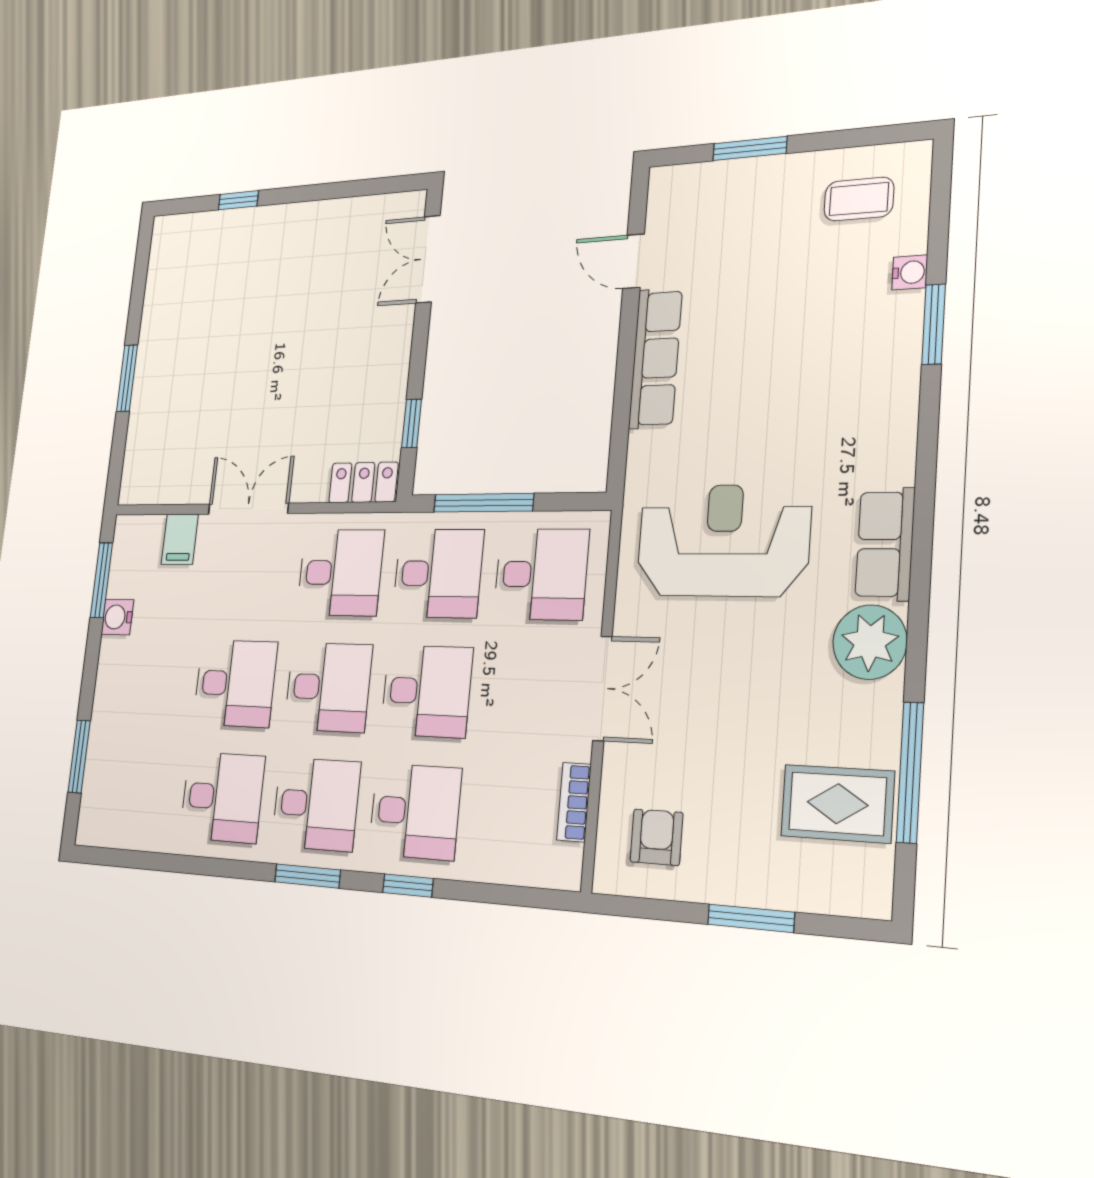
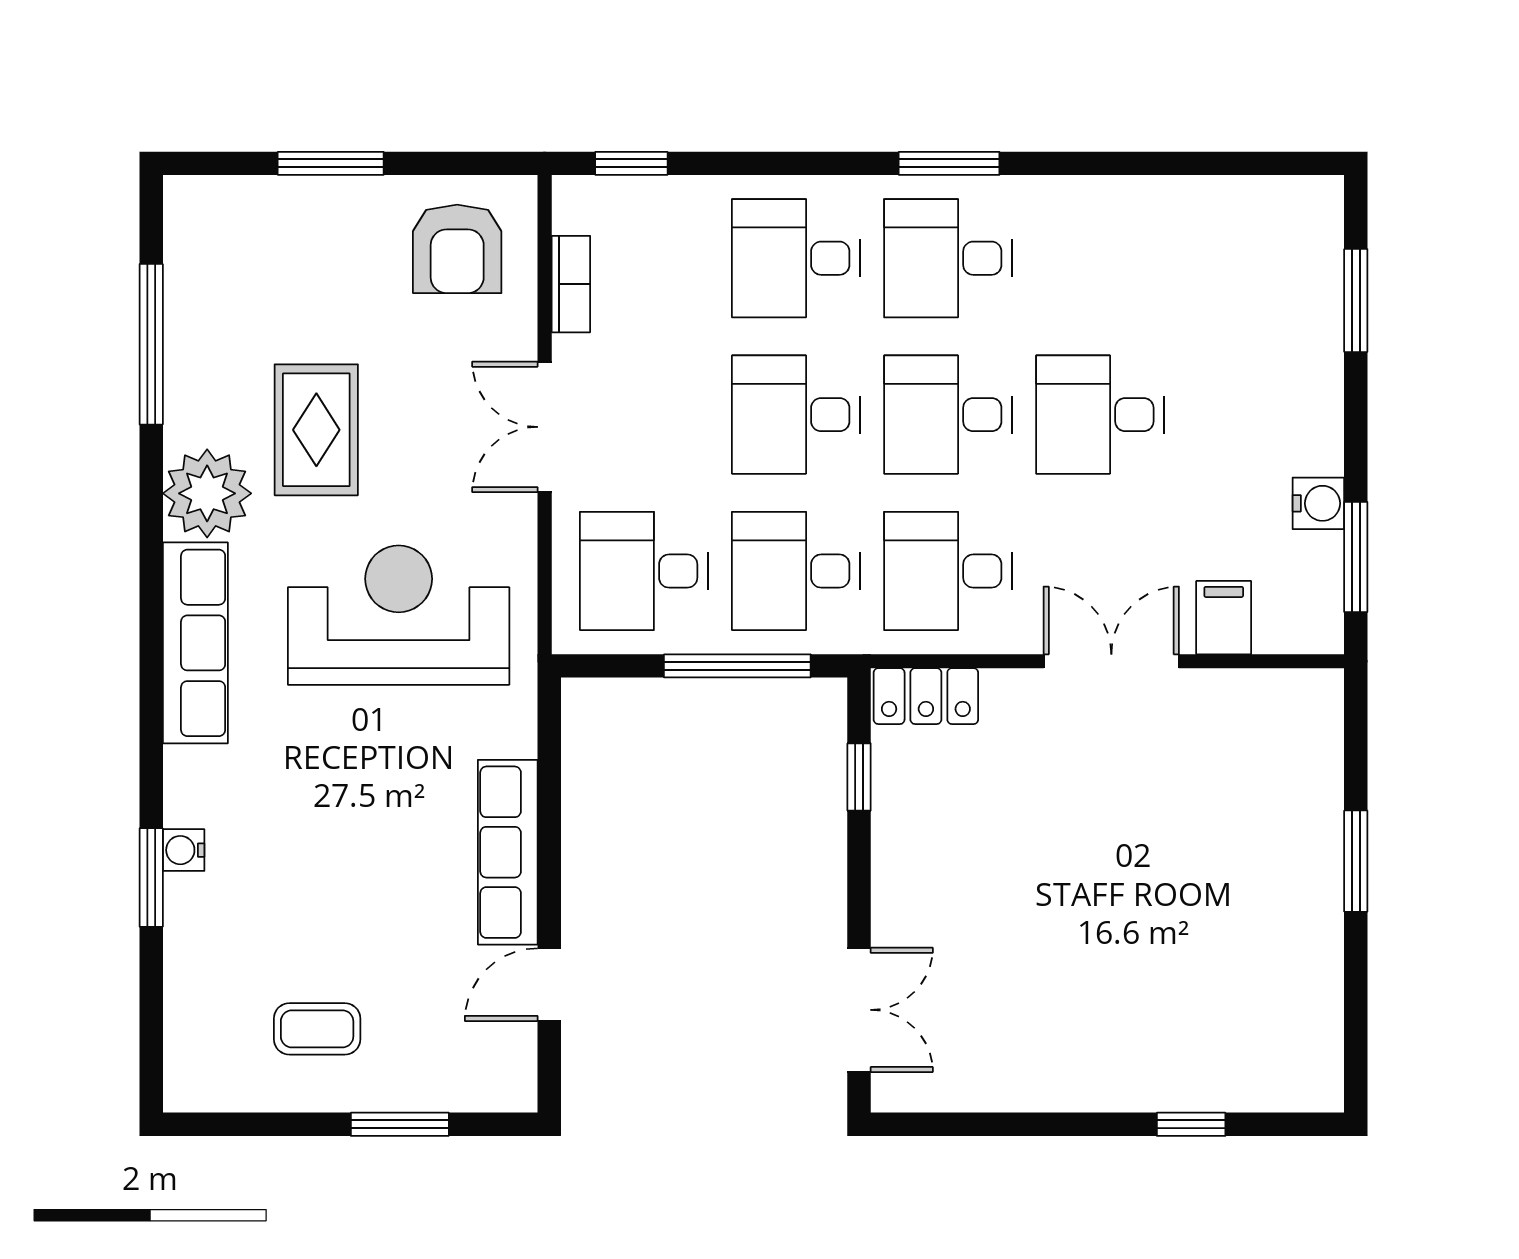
coffee table: (859, 199) -> (317, 1029), moved
door: (634, 261) -> (549, 985), swing flipped
water cooler: (910, 272) -> (184, 850), moved
double door: (248, 509) -> (1111, 661), swing flipped
reception desk: (723, 540) -> (399, 615), turned 180
row of seats: (885, 544) -> (195, 643), width x1.48
desk: (222, 797) -> (1100, 258), removed
rug: (837, 804) -> (316, 430), moved, turned 90
armchair: (657, 837) -> (457, 249), width x1.38, depth x1.38
window: (408, 886) -> (631, 163), moved

